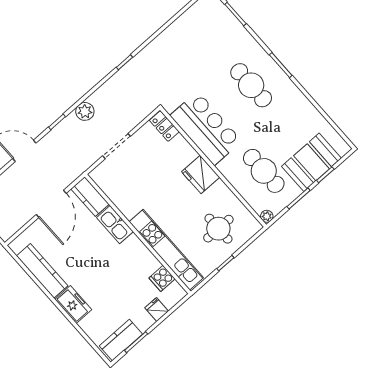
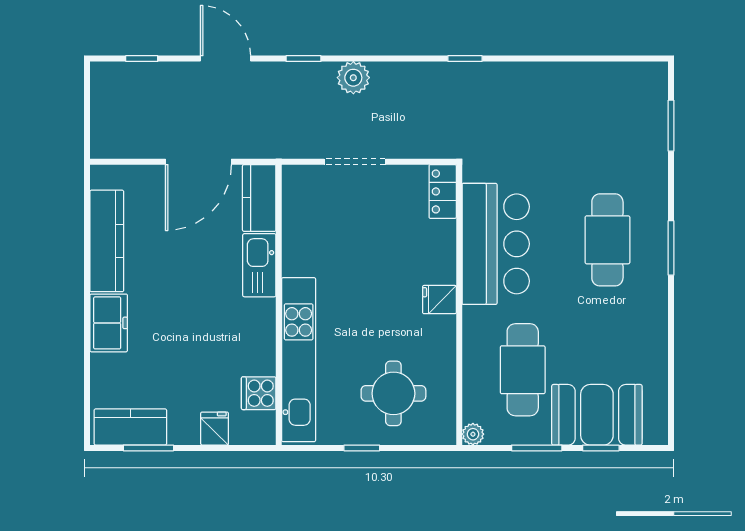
fridge: (201, 175) -> (439, 300), width x0.53, depth x0.75

